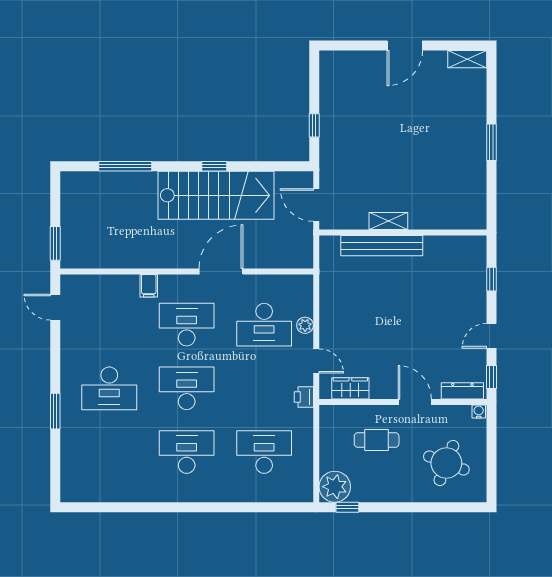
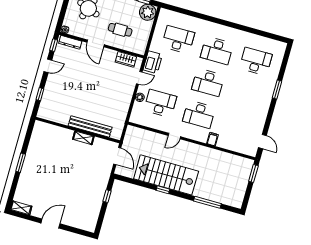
door: (221, 271) -> (174, 136), width x0.53
door: (316, 361) -> (139, 78), swing flipped
desk: (109, 388) -> (256, 61), moved
printer: (304, 397) -> (153, 62), width x1.87, depth x1.48
desk: (264, 452) -> (178, 40), turned 180

